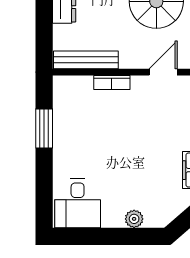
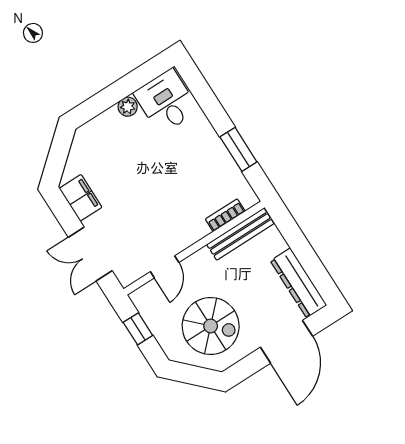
bookcase: (112, 83) -> (225, 215), moved
plant: (134, 219) -> (128, 107), moved

